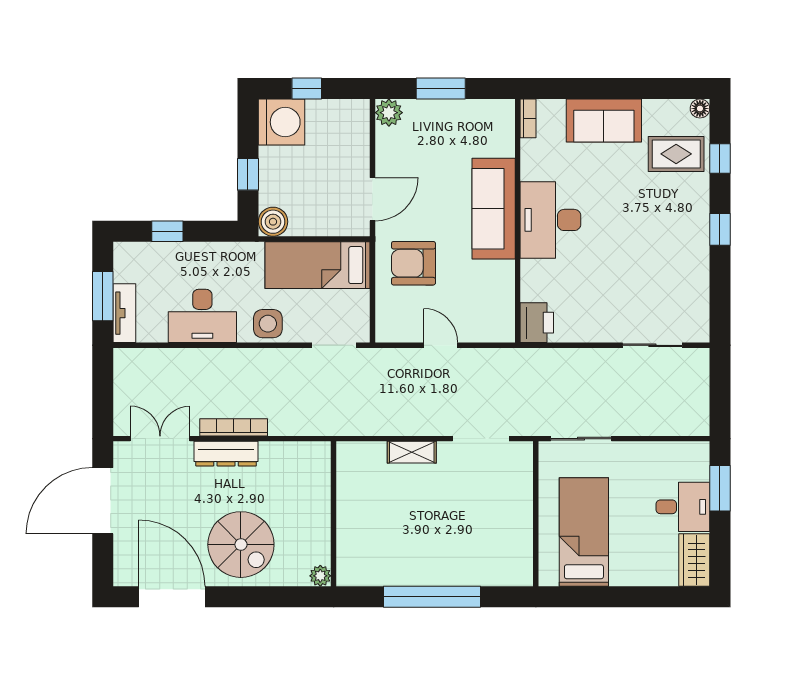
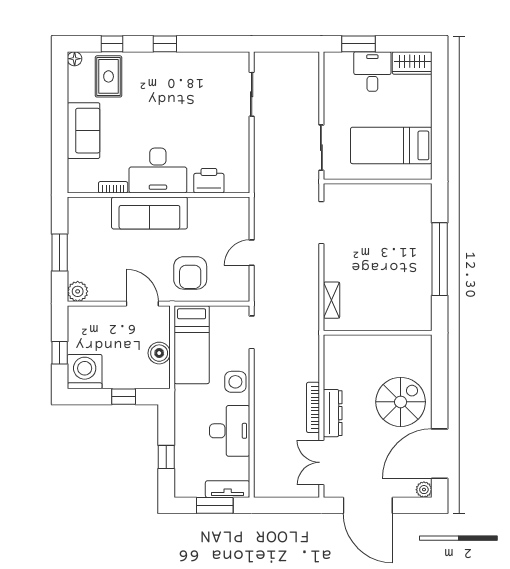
bookcase: (528, 118) -> (113, 187), moved
boiler: (273, 222) -> (159, 353), moved
printer: (537, 323) -> (209, 181), moved
shelving: (412, 452) -> (332, 300), moved
plant: (320, 576) -> (424, 490), moved

